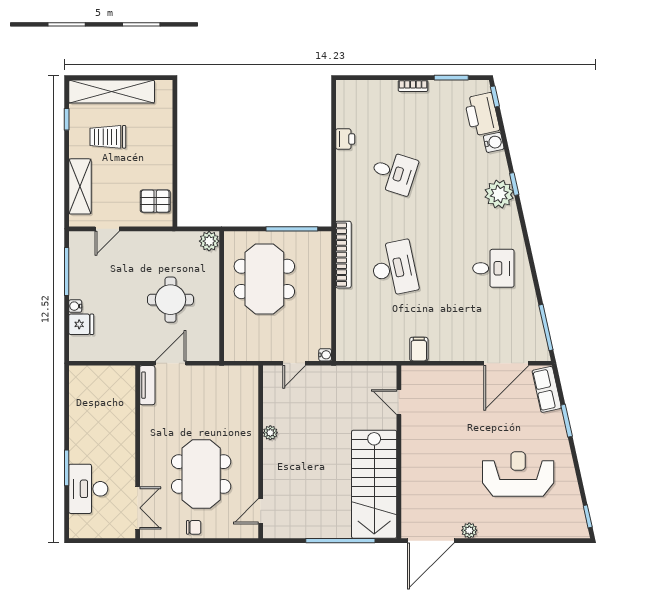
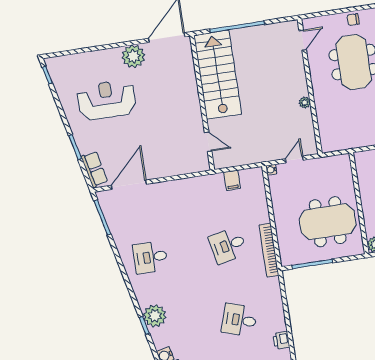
desk: (394, 268) -> (228, 245), width x0.73
meeting table: (264, 279) -> (328, 222), turned 90
filing cabinet: (419, 349) -> (232, 180), moved
reception desk: (518, 474) -> (107, 100), turned 180
plant: (469, 530) -> (133, 56), width x1.88, depth x1.88

